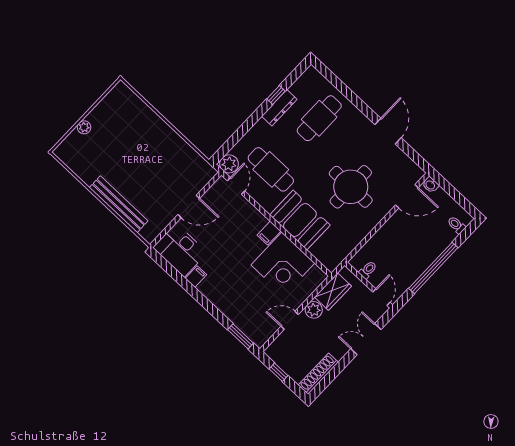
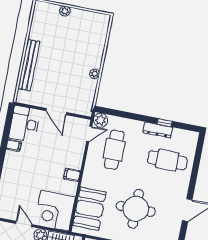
plant: (174, 138) -> (95, 74), added
booth: (300, 220) -> (89, 209), moved
corner desk: (283, 264) -> (55, 211), moved

